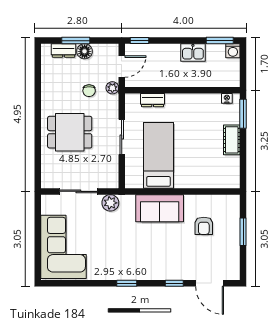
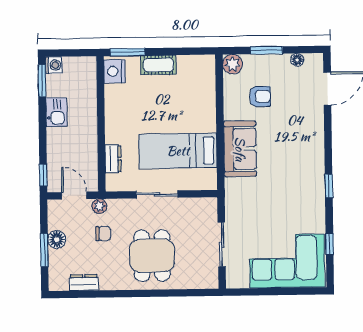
dresser: (64, 50) -> (84, 283), moved, turned -90
nightstand: (227, 98) -> (114, 71), width x1.89, depth x1.79
plant: (110, 203) -> (233, 64), moved
floor lamp: (234, 258) -> (297, 60), added
window: (174, 283) -> (330, 244), moved

